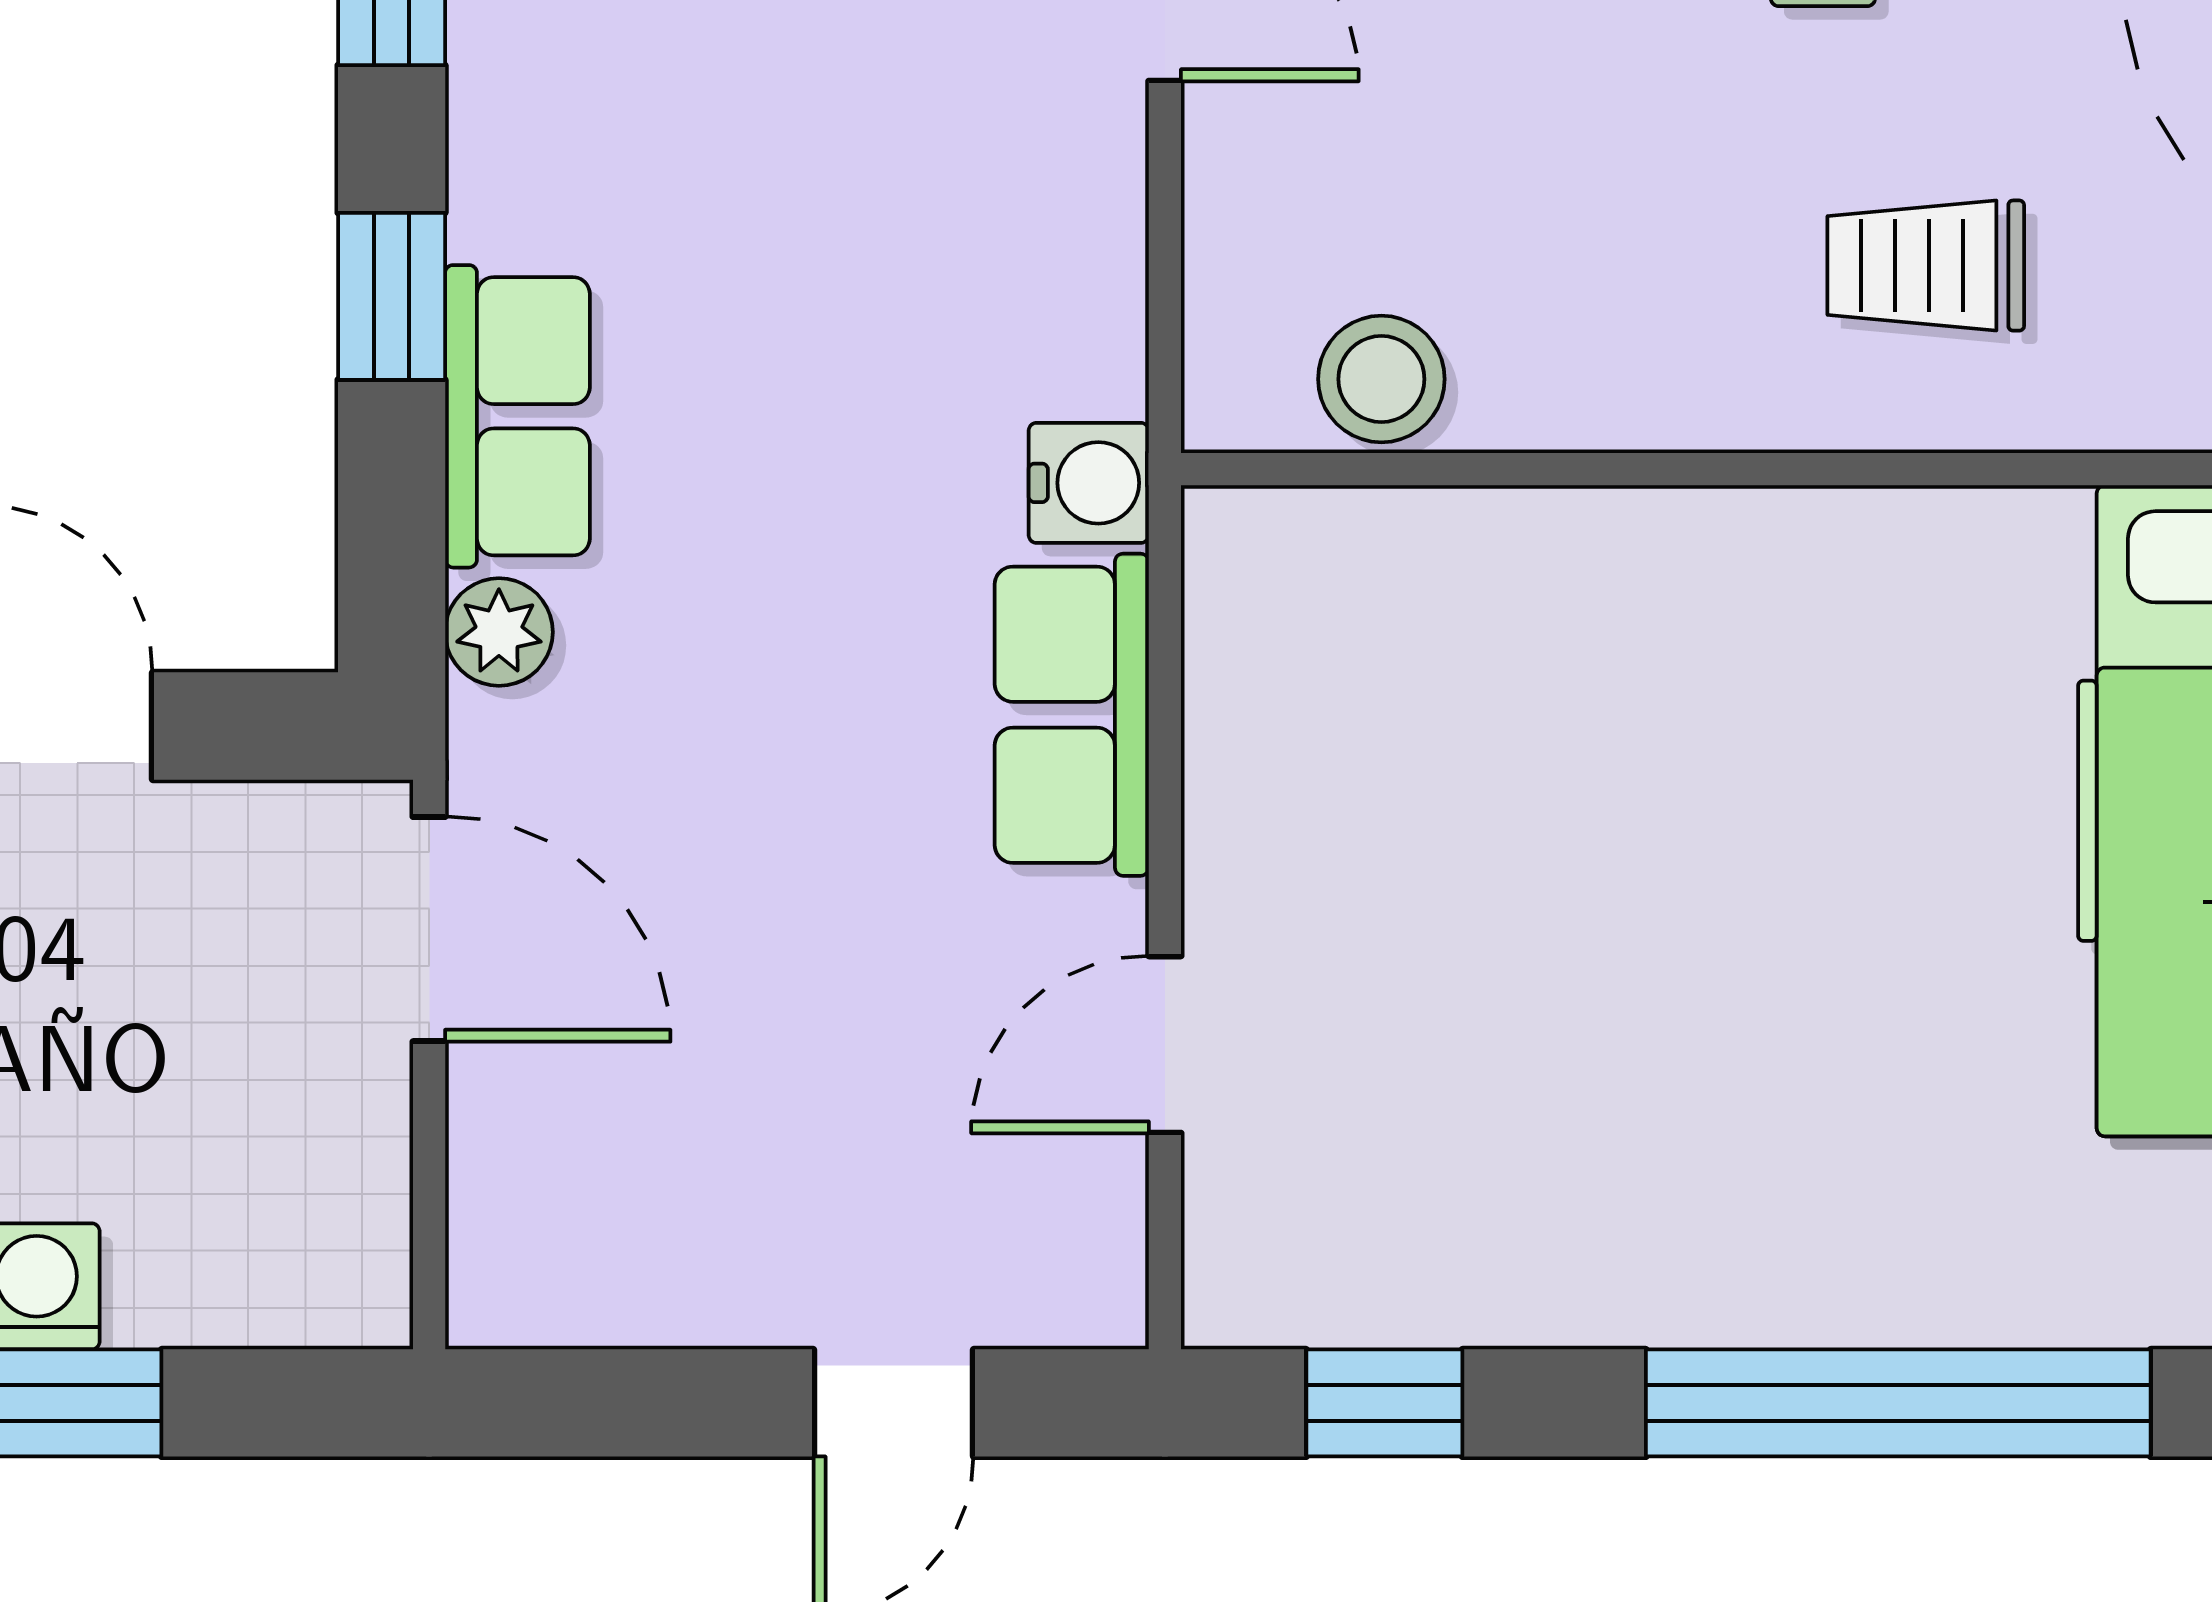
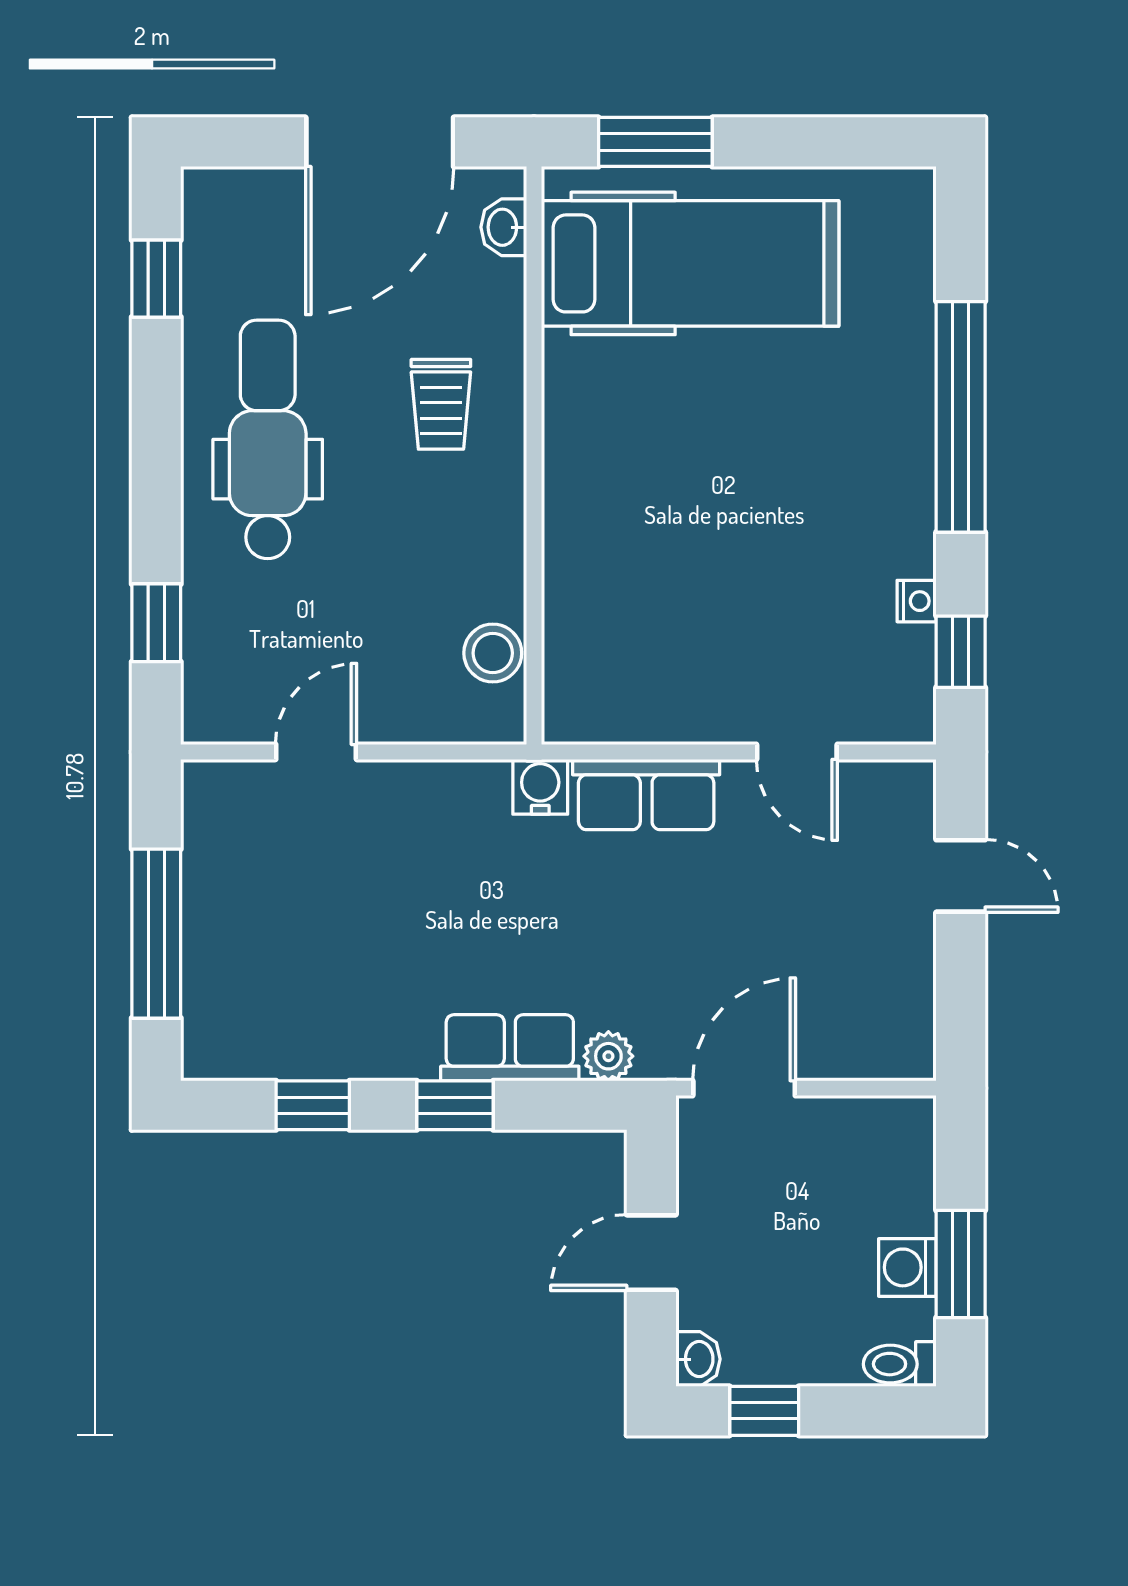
nightstand: (1495, 1307) -> (917, 601), added

